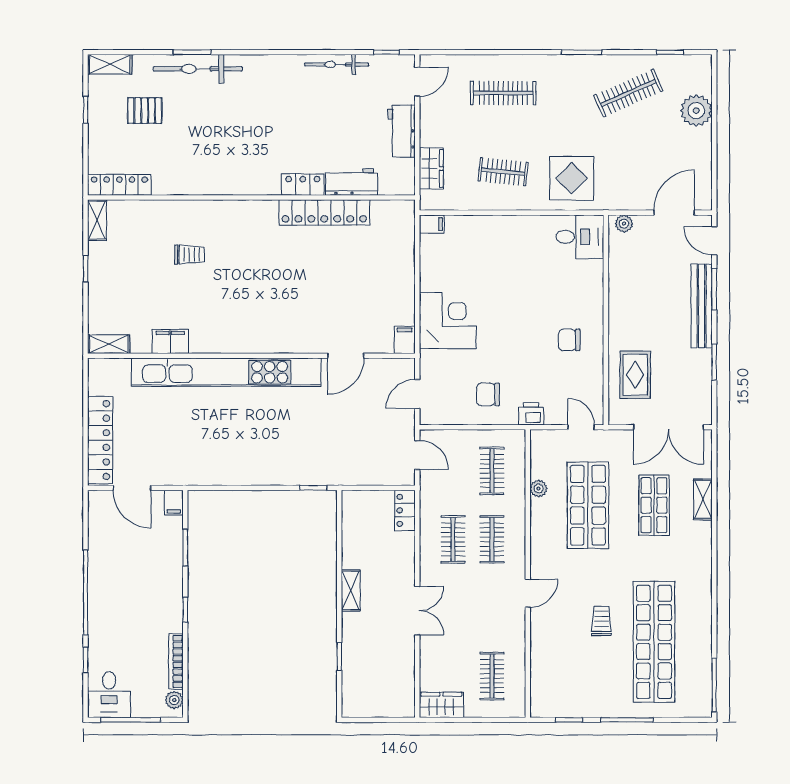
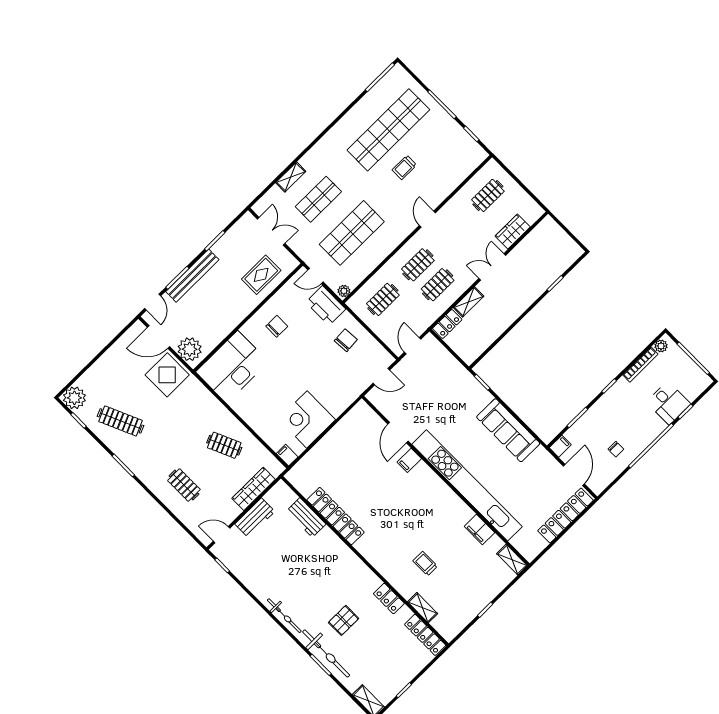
bicycle: (337, 64) -> (284, 616), moved
clothes rail: (503, 93) -> (184, 485), width x0.73
pallet: (145, 111) -> (344, 620), moved, turned 90
plant: (696, 111) -> (74, 398), moved
wardrobe: (431, 168) -> (254, 489), width x1.50
clothes rail: (503, 172) -> (224, 445), turned -30
display table: (572, 178) -> (167, 375), moved
locker: (303, 185) -> (389, 599), moved
shelving: (97, 220) -> (423, 608), moved, turned 90
plant: (624, 224) -> (190, 349), width x1.87, depth x1.87
desk: (580, 237) -> (232, 367), width x1.87, depth x1.30
corner desk: (448, 321) -> (307, 419), moved
filing cabinet: (405, 340) -> (409, 460), moved
chair: (569, 340) -> (277, 326), turned -90
door: (346, 356) -> (398, 433), swing flipped
chair: (488, 394) -> (346, 340), turned -94
printer: (531, 414) -> (326, 306), width x1.87, depth x1.48
door: (581, 427) -> (315, 276), hinge flipped
double door: (668, 427) -> (271, 231), width x0.73
sofa: (240, 467) -> (508, 430), added
plant: (538, 489) -> (344, 291), moved
chair: (116, 555) -> (616, 449), added
shelving: (351, 590) -> (469, 302), moved
door: (528, 593) -> (427, 219), hinge flipped
desk: (109, 695) -> (668, 403), moved, turned 90
wardrobe: (441, 705) -> (513, 232), moved, turned 90

